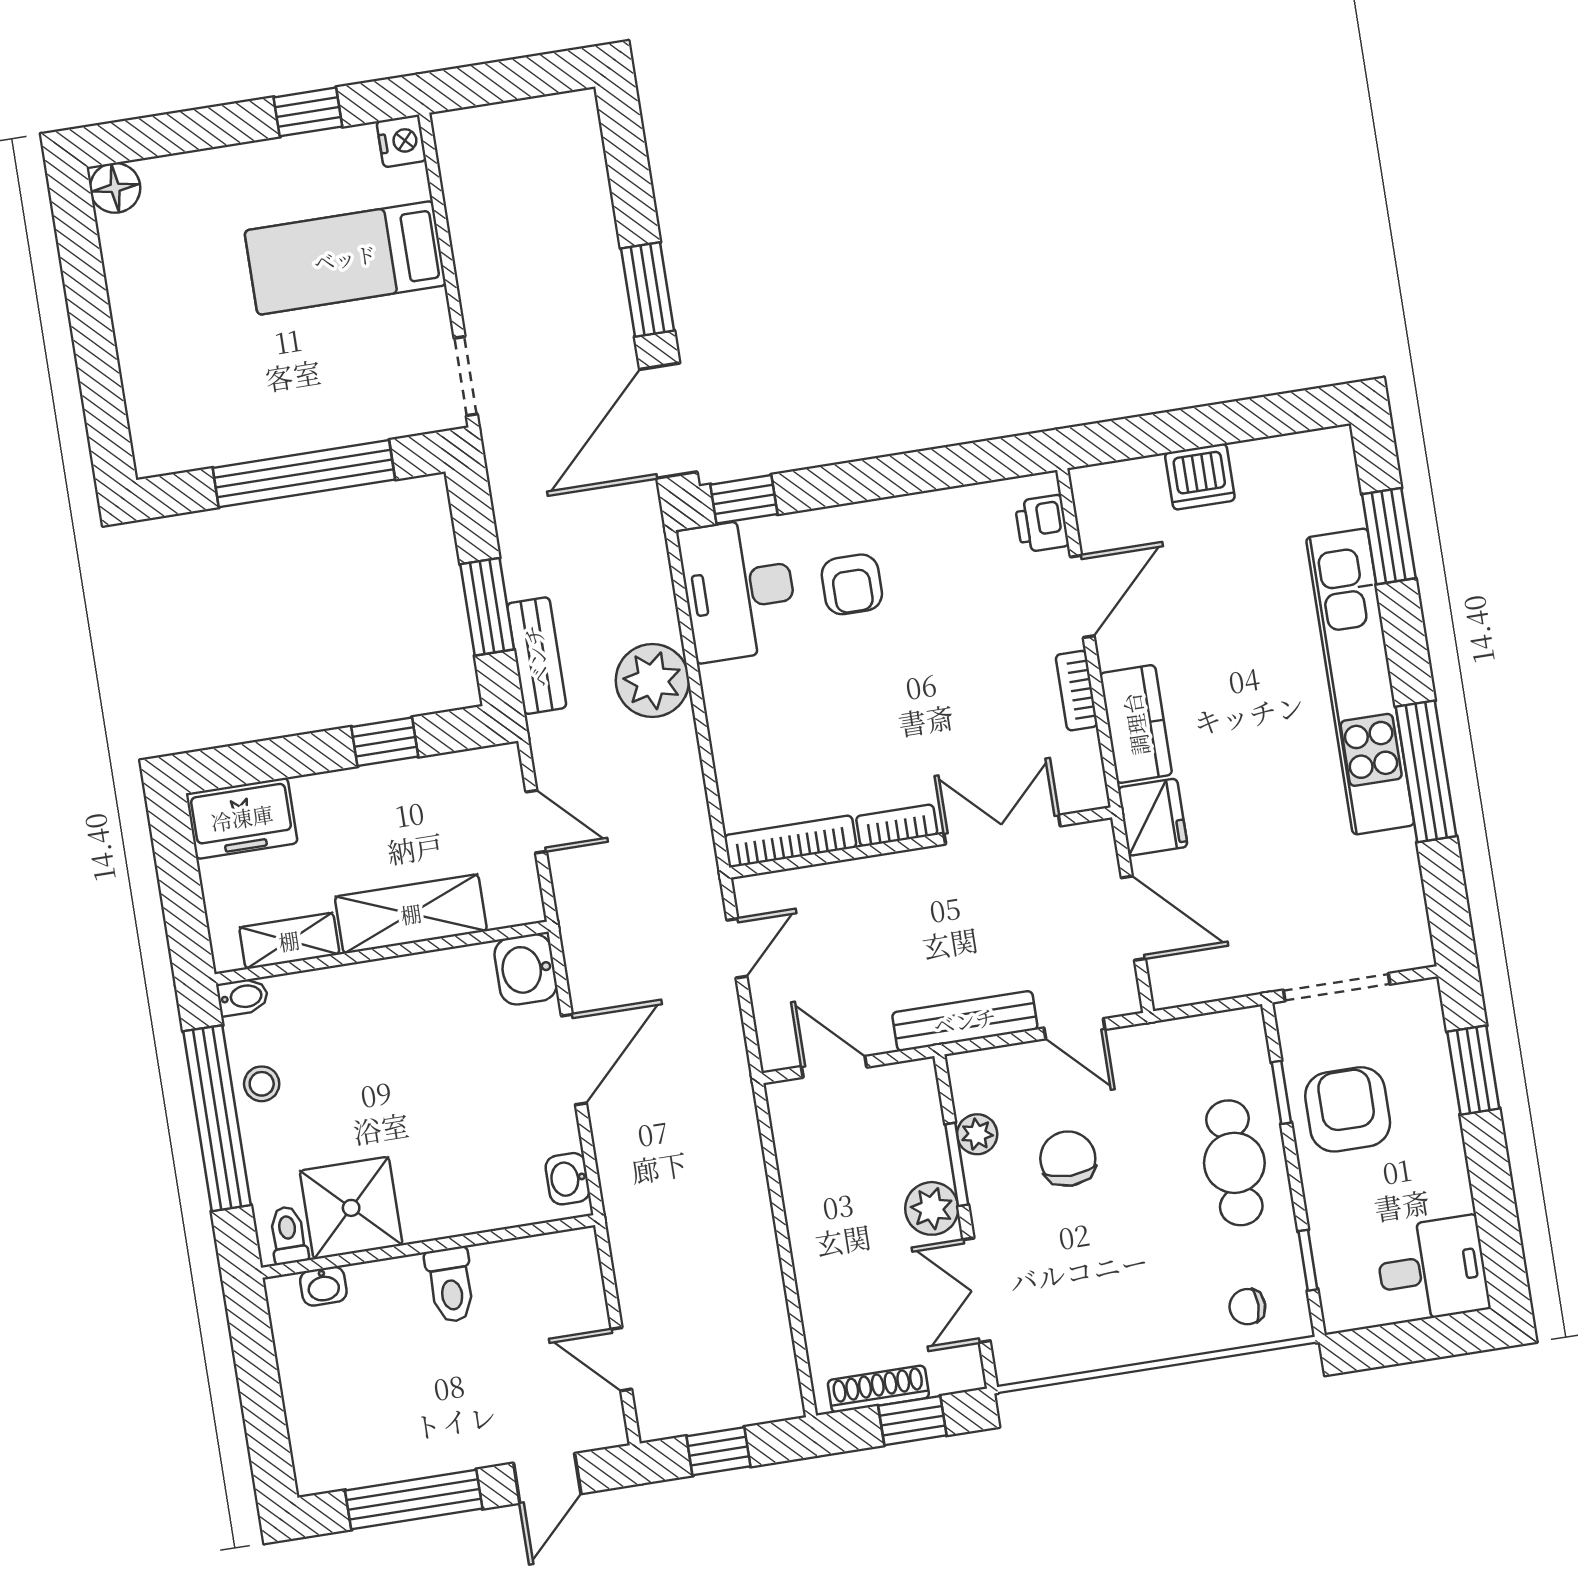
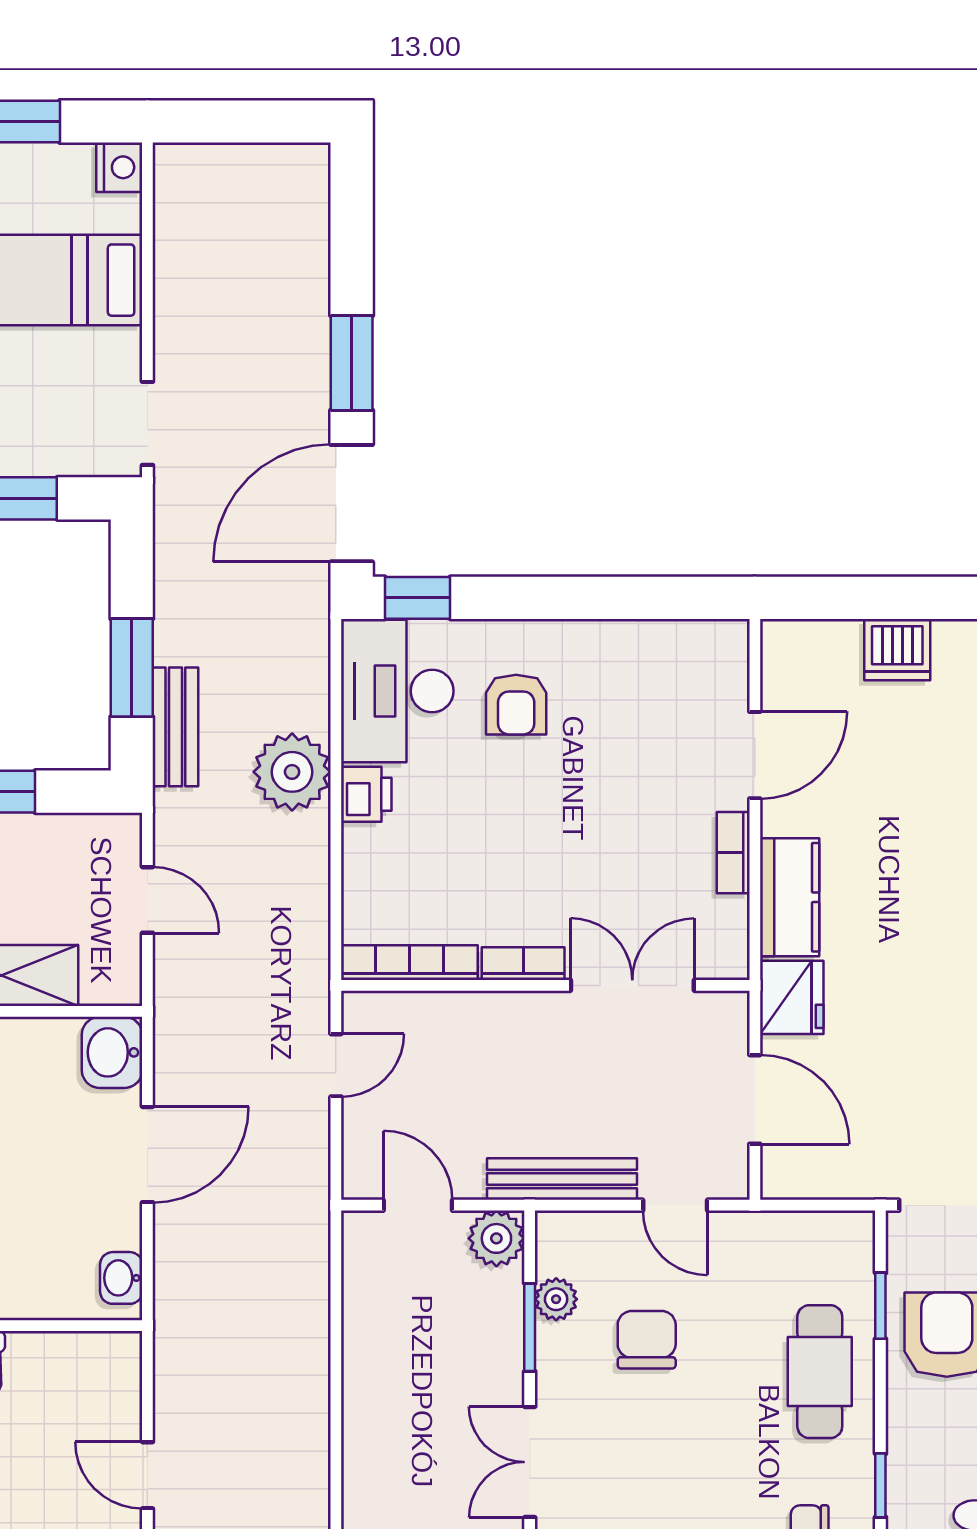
printer: (1042, 524) -> (366, 794), moved, turned 180
plant: (932, 1208) -> (496, 1238), moved

